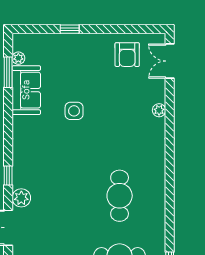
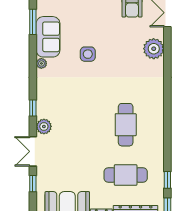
plant: (18, 58) -> (41, 63), moved
plant: (159, 110) -> (154, 49), width x1.88, depth x1.88

